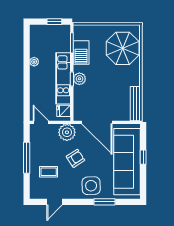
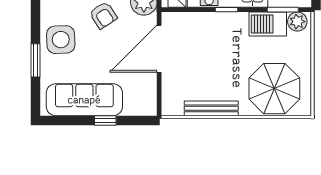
plant: (79, 79) -> (297, 22), moved
bench: (135, 104) -> (211, 108), moved
sofa: (127, 162) -> (84, 100), width x0.74, depth x0.79

